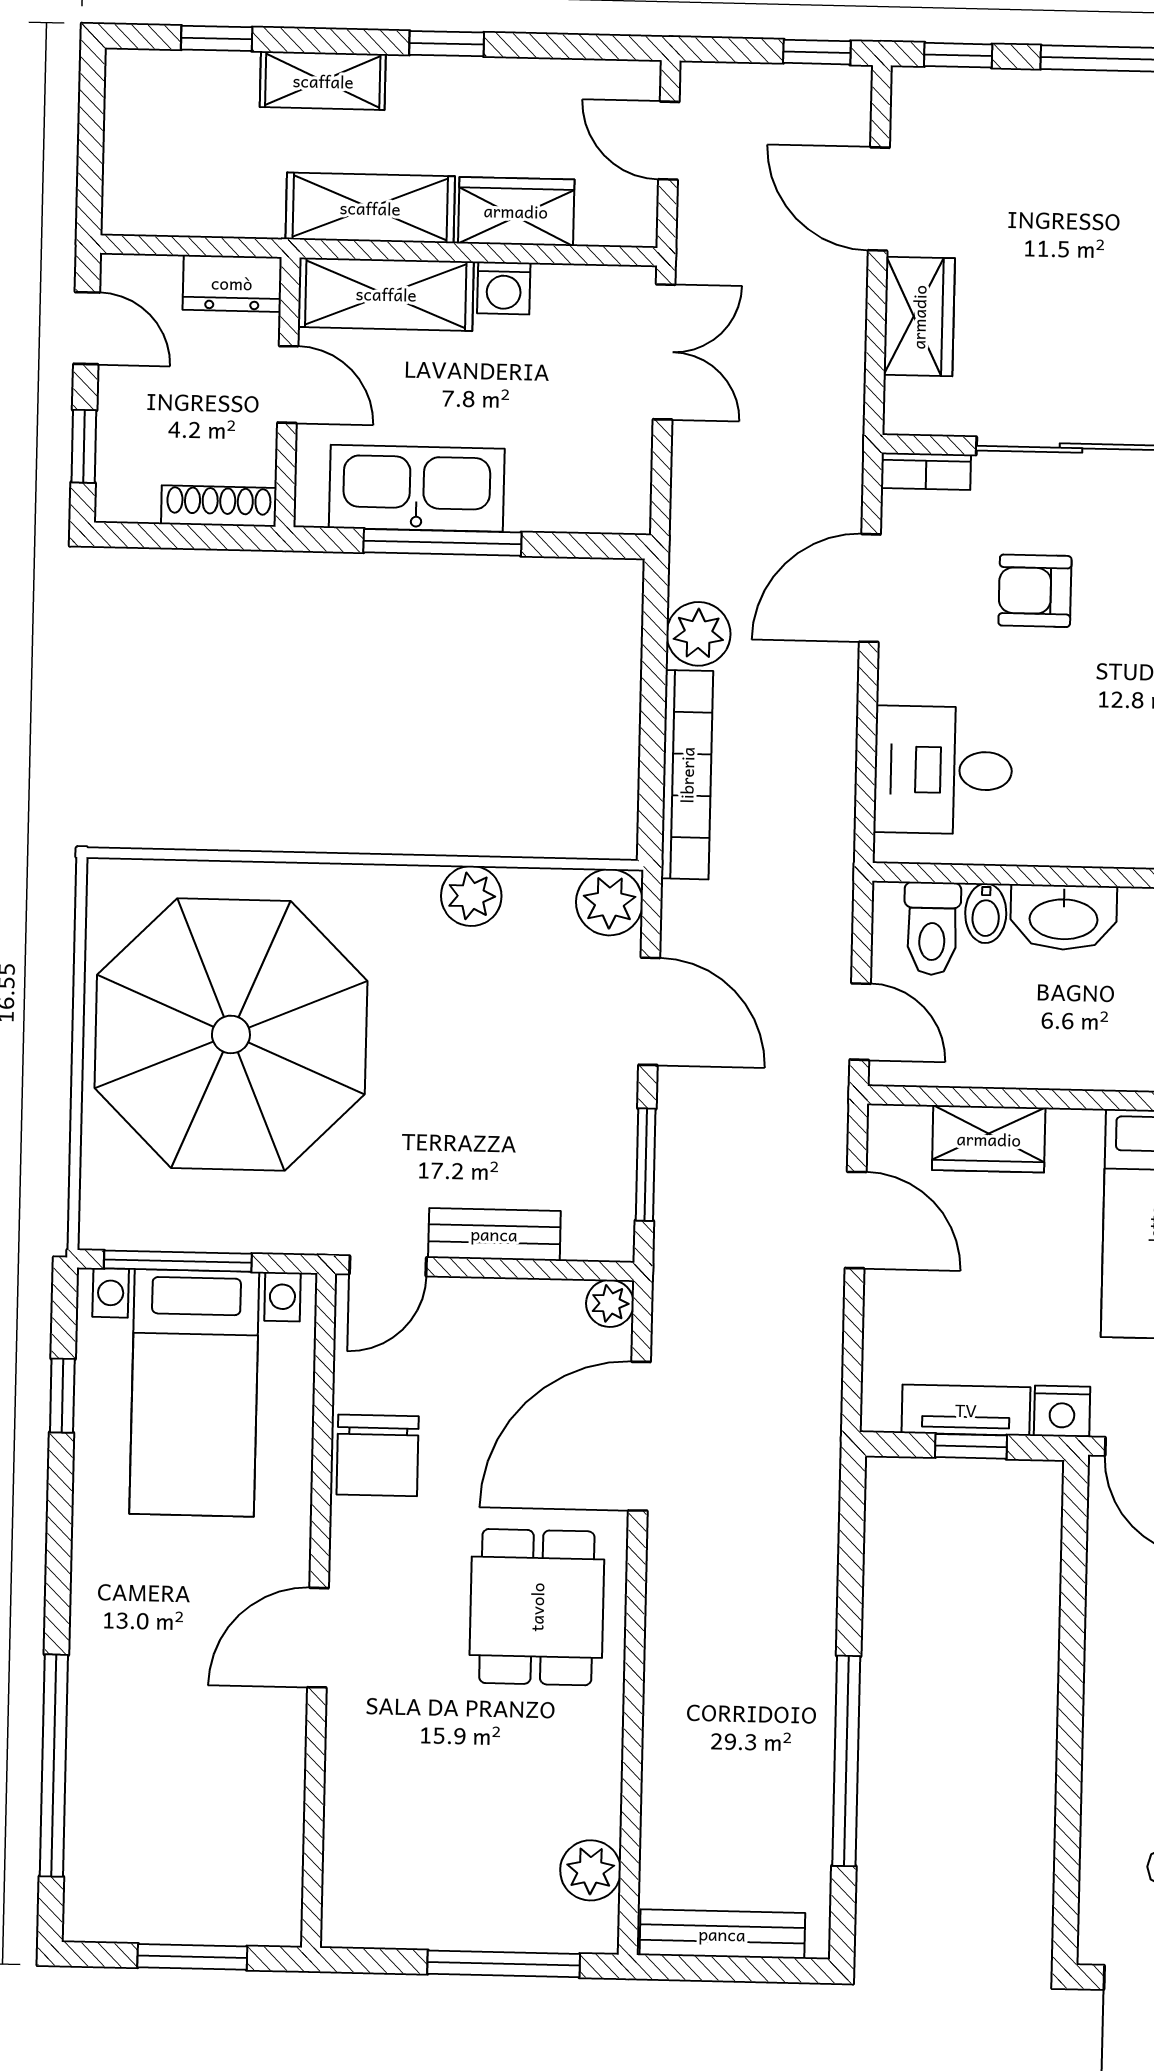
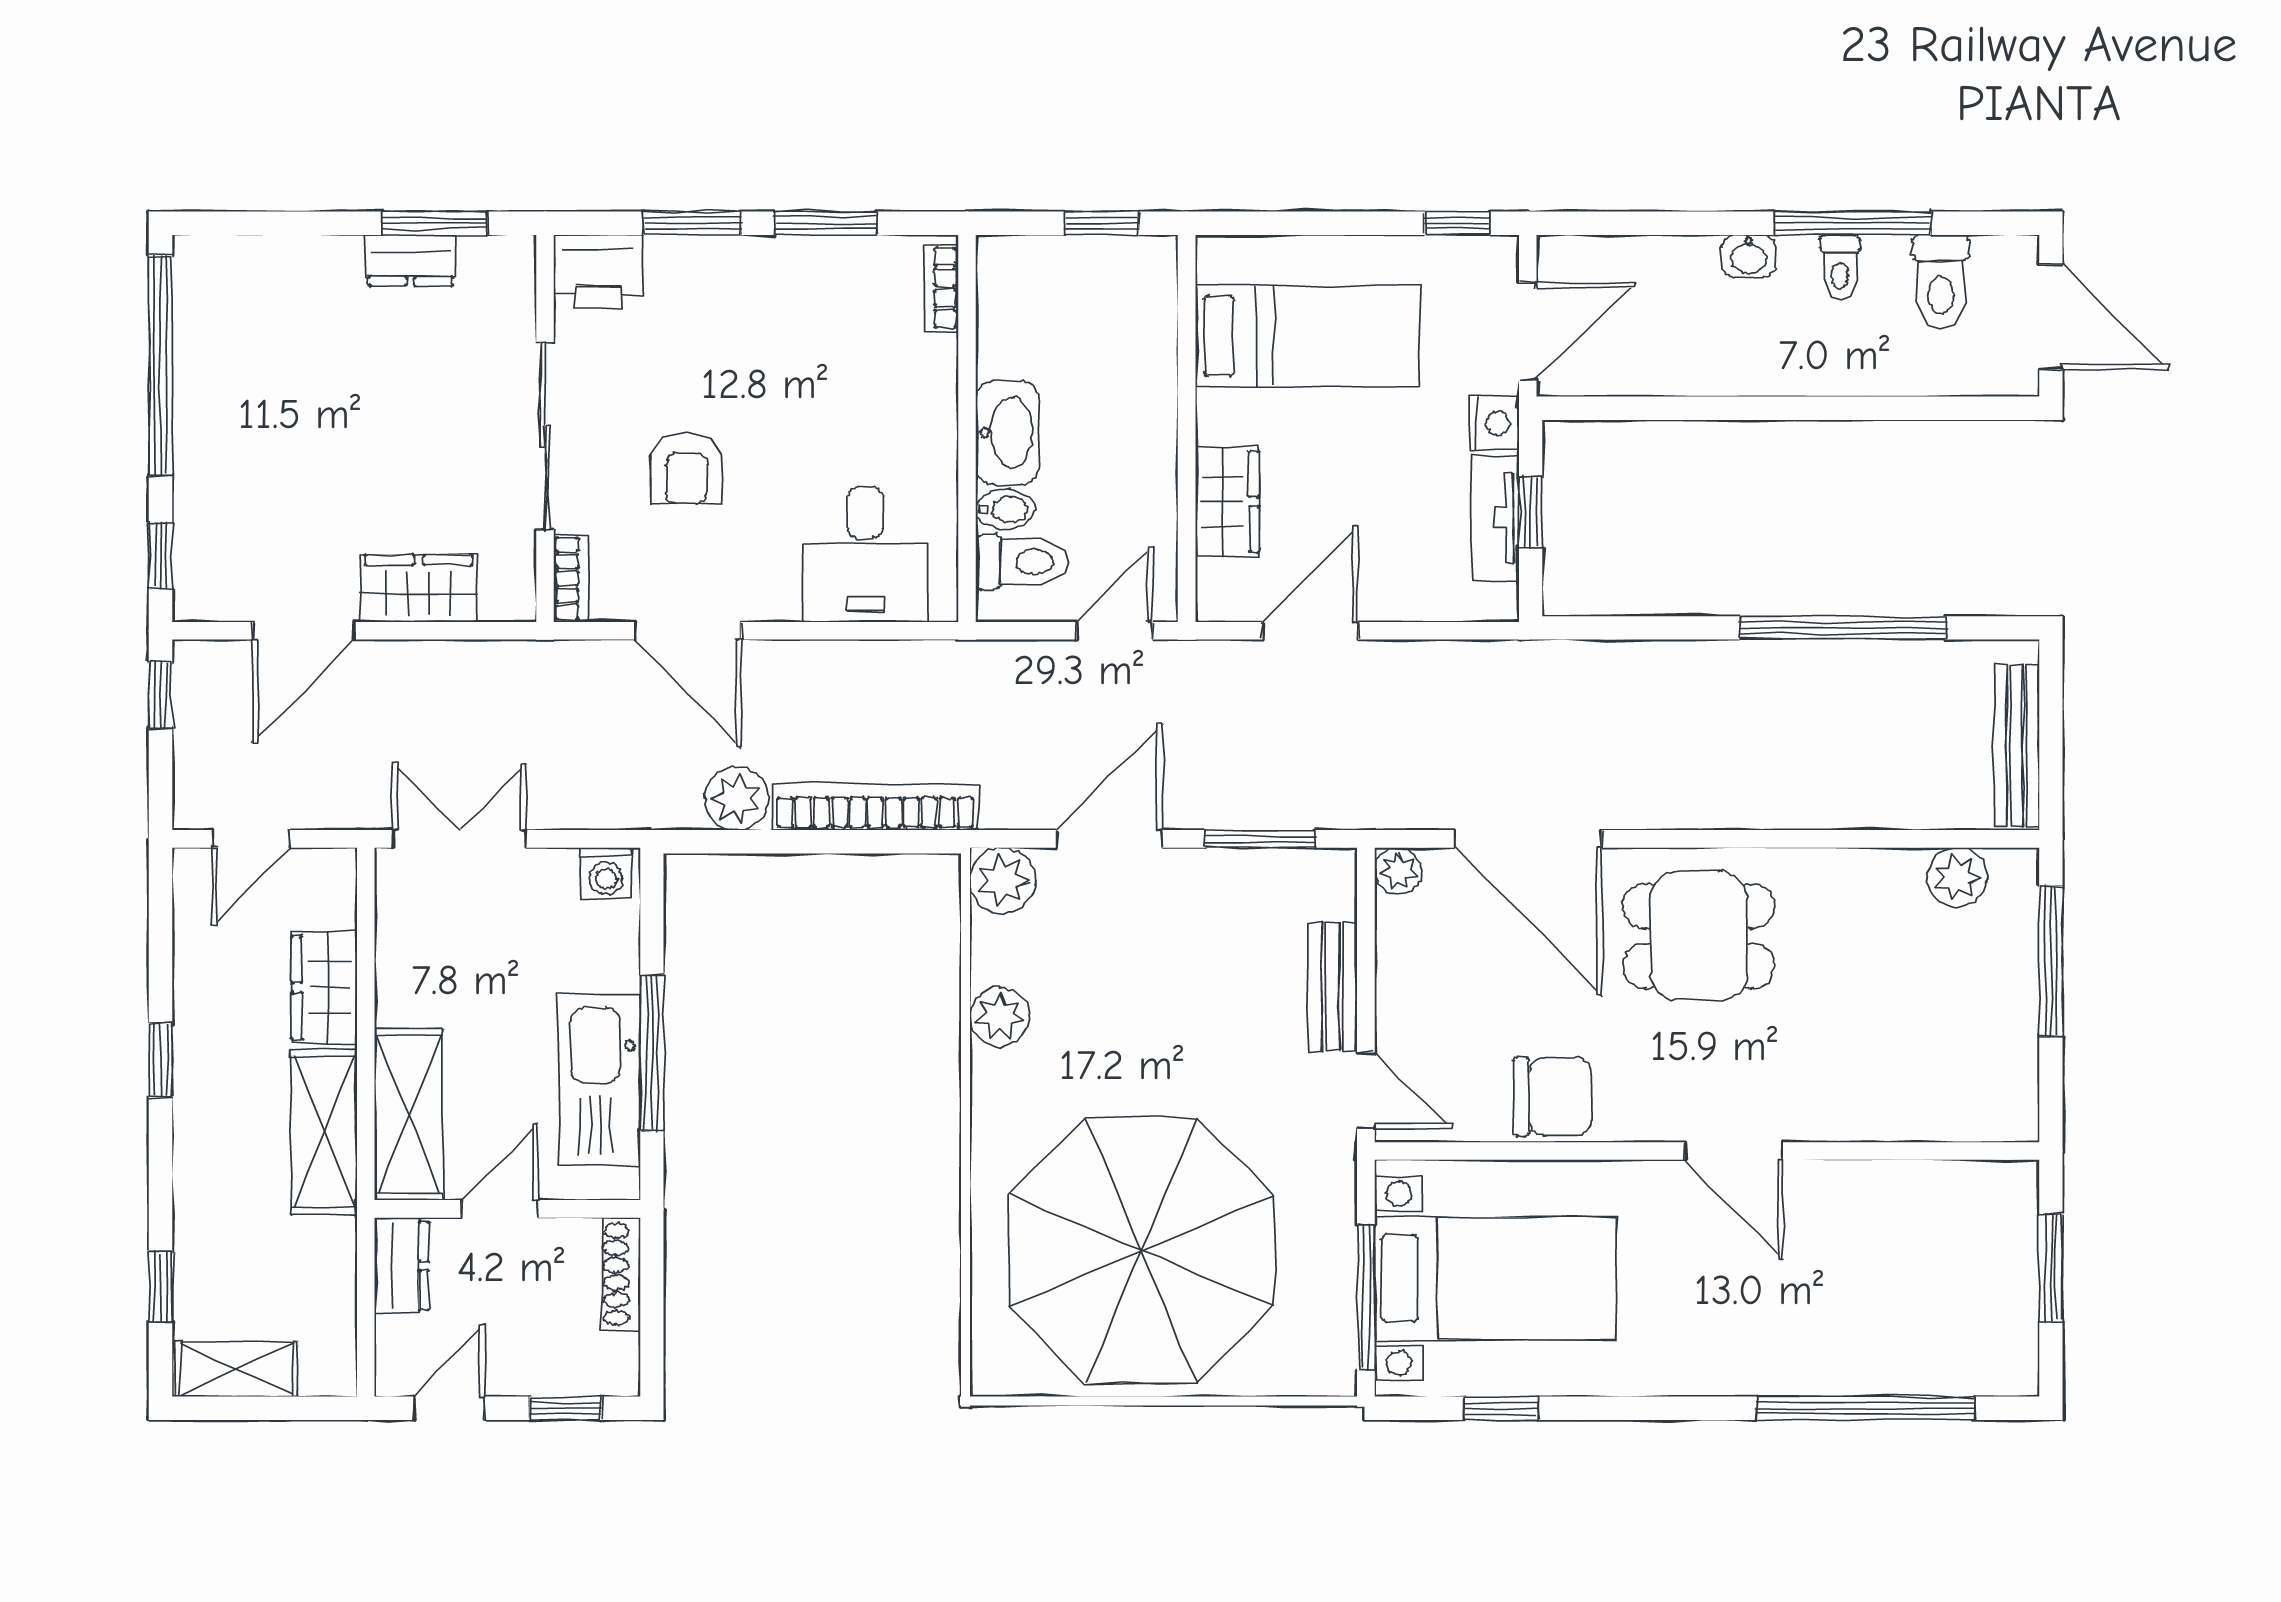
shelving: (323, 81) -> (237, 1369), moved, turned 90
washing machine: (504, 288) -> (606, 873), moved, turned 90

